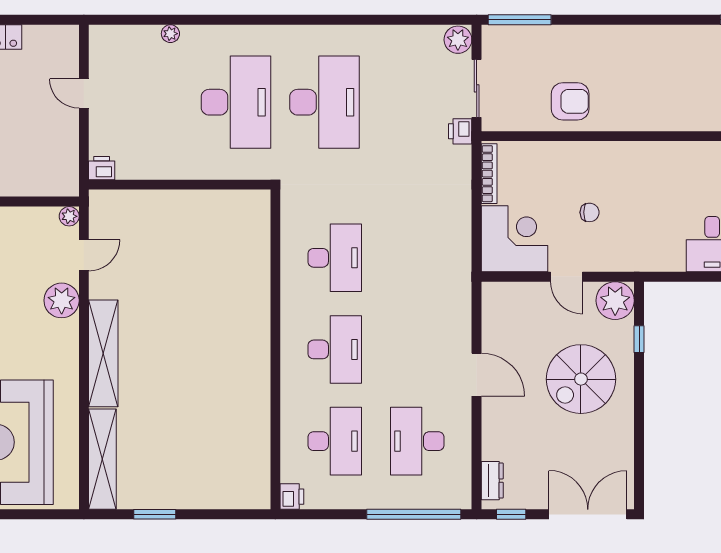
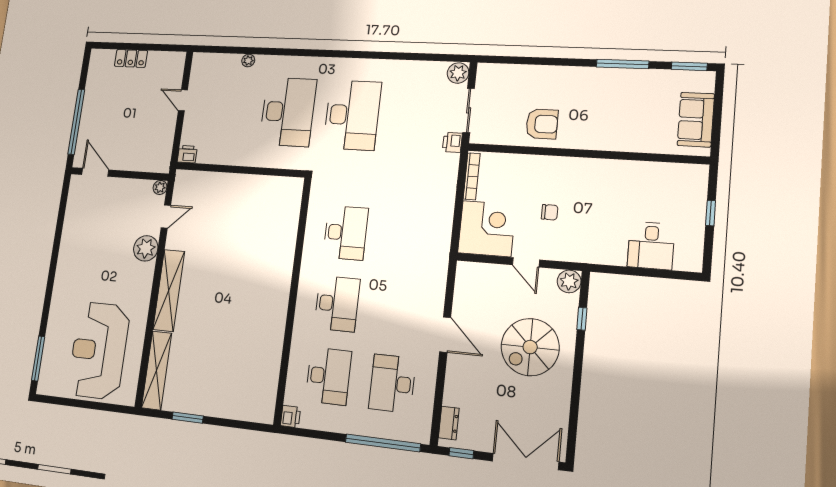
window: (520, 20) -> (623, 64), moved
plant: (615, 301) -> (569, 281), width x0.73, depth x0.73

